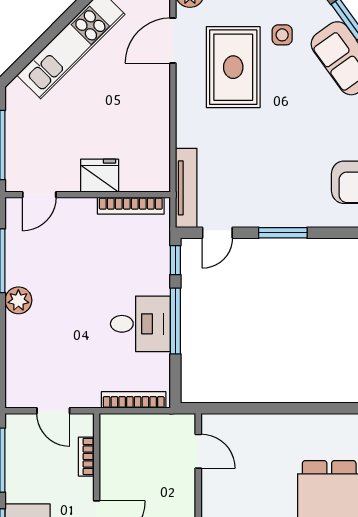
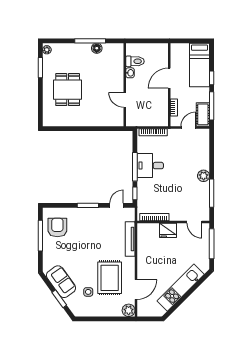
tv unit: (186, 188) -> (130, 239), moved
door: (39, 195) -> (194, 222), swing flipped
door: (53, 411) -> (188, 128), hinge flipped
cot: (20, 441) -> (203, 114), added
door: (198, 451) -> (125, 100), moved

